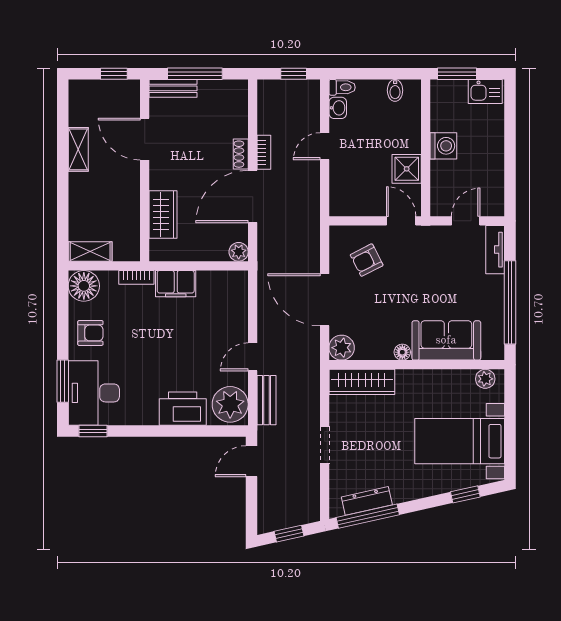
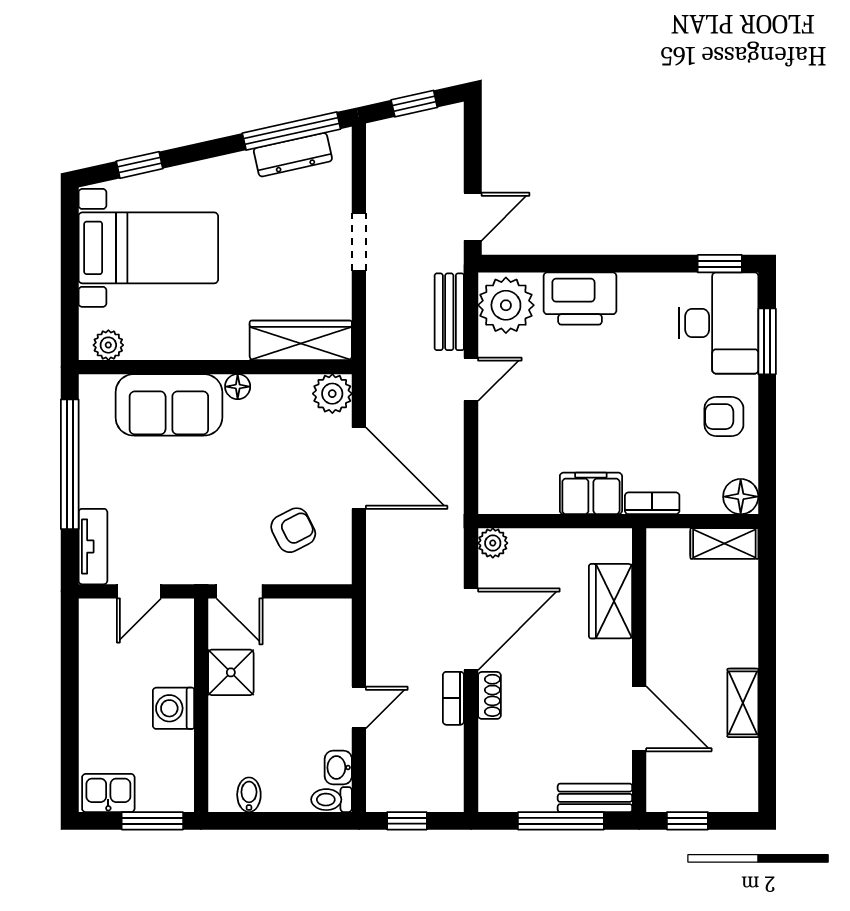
floor lamp: (84, 286) -> (741, 497), width x0.73, depth x0.73

